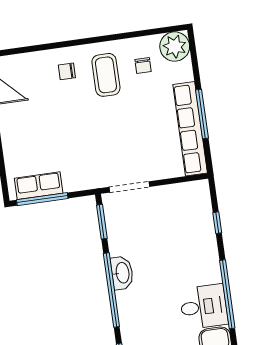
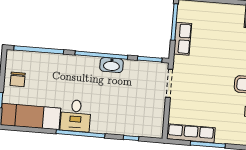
row of seats: (190, 129) -> (191, 133), width x0.73
row of seats: (39, 186) -> (183, 39), moved

